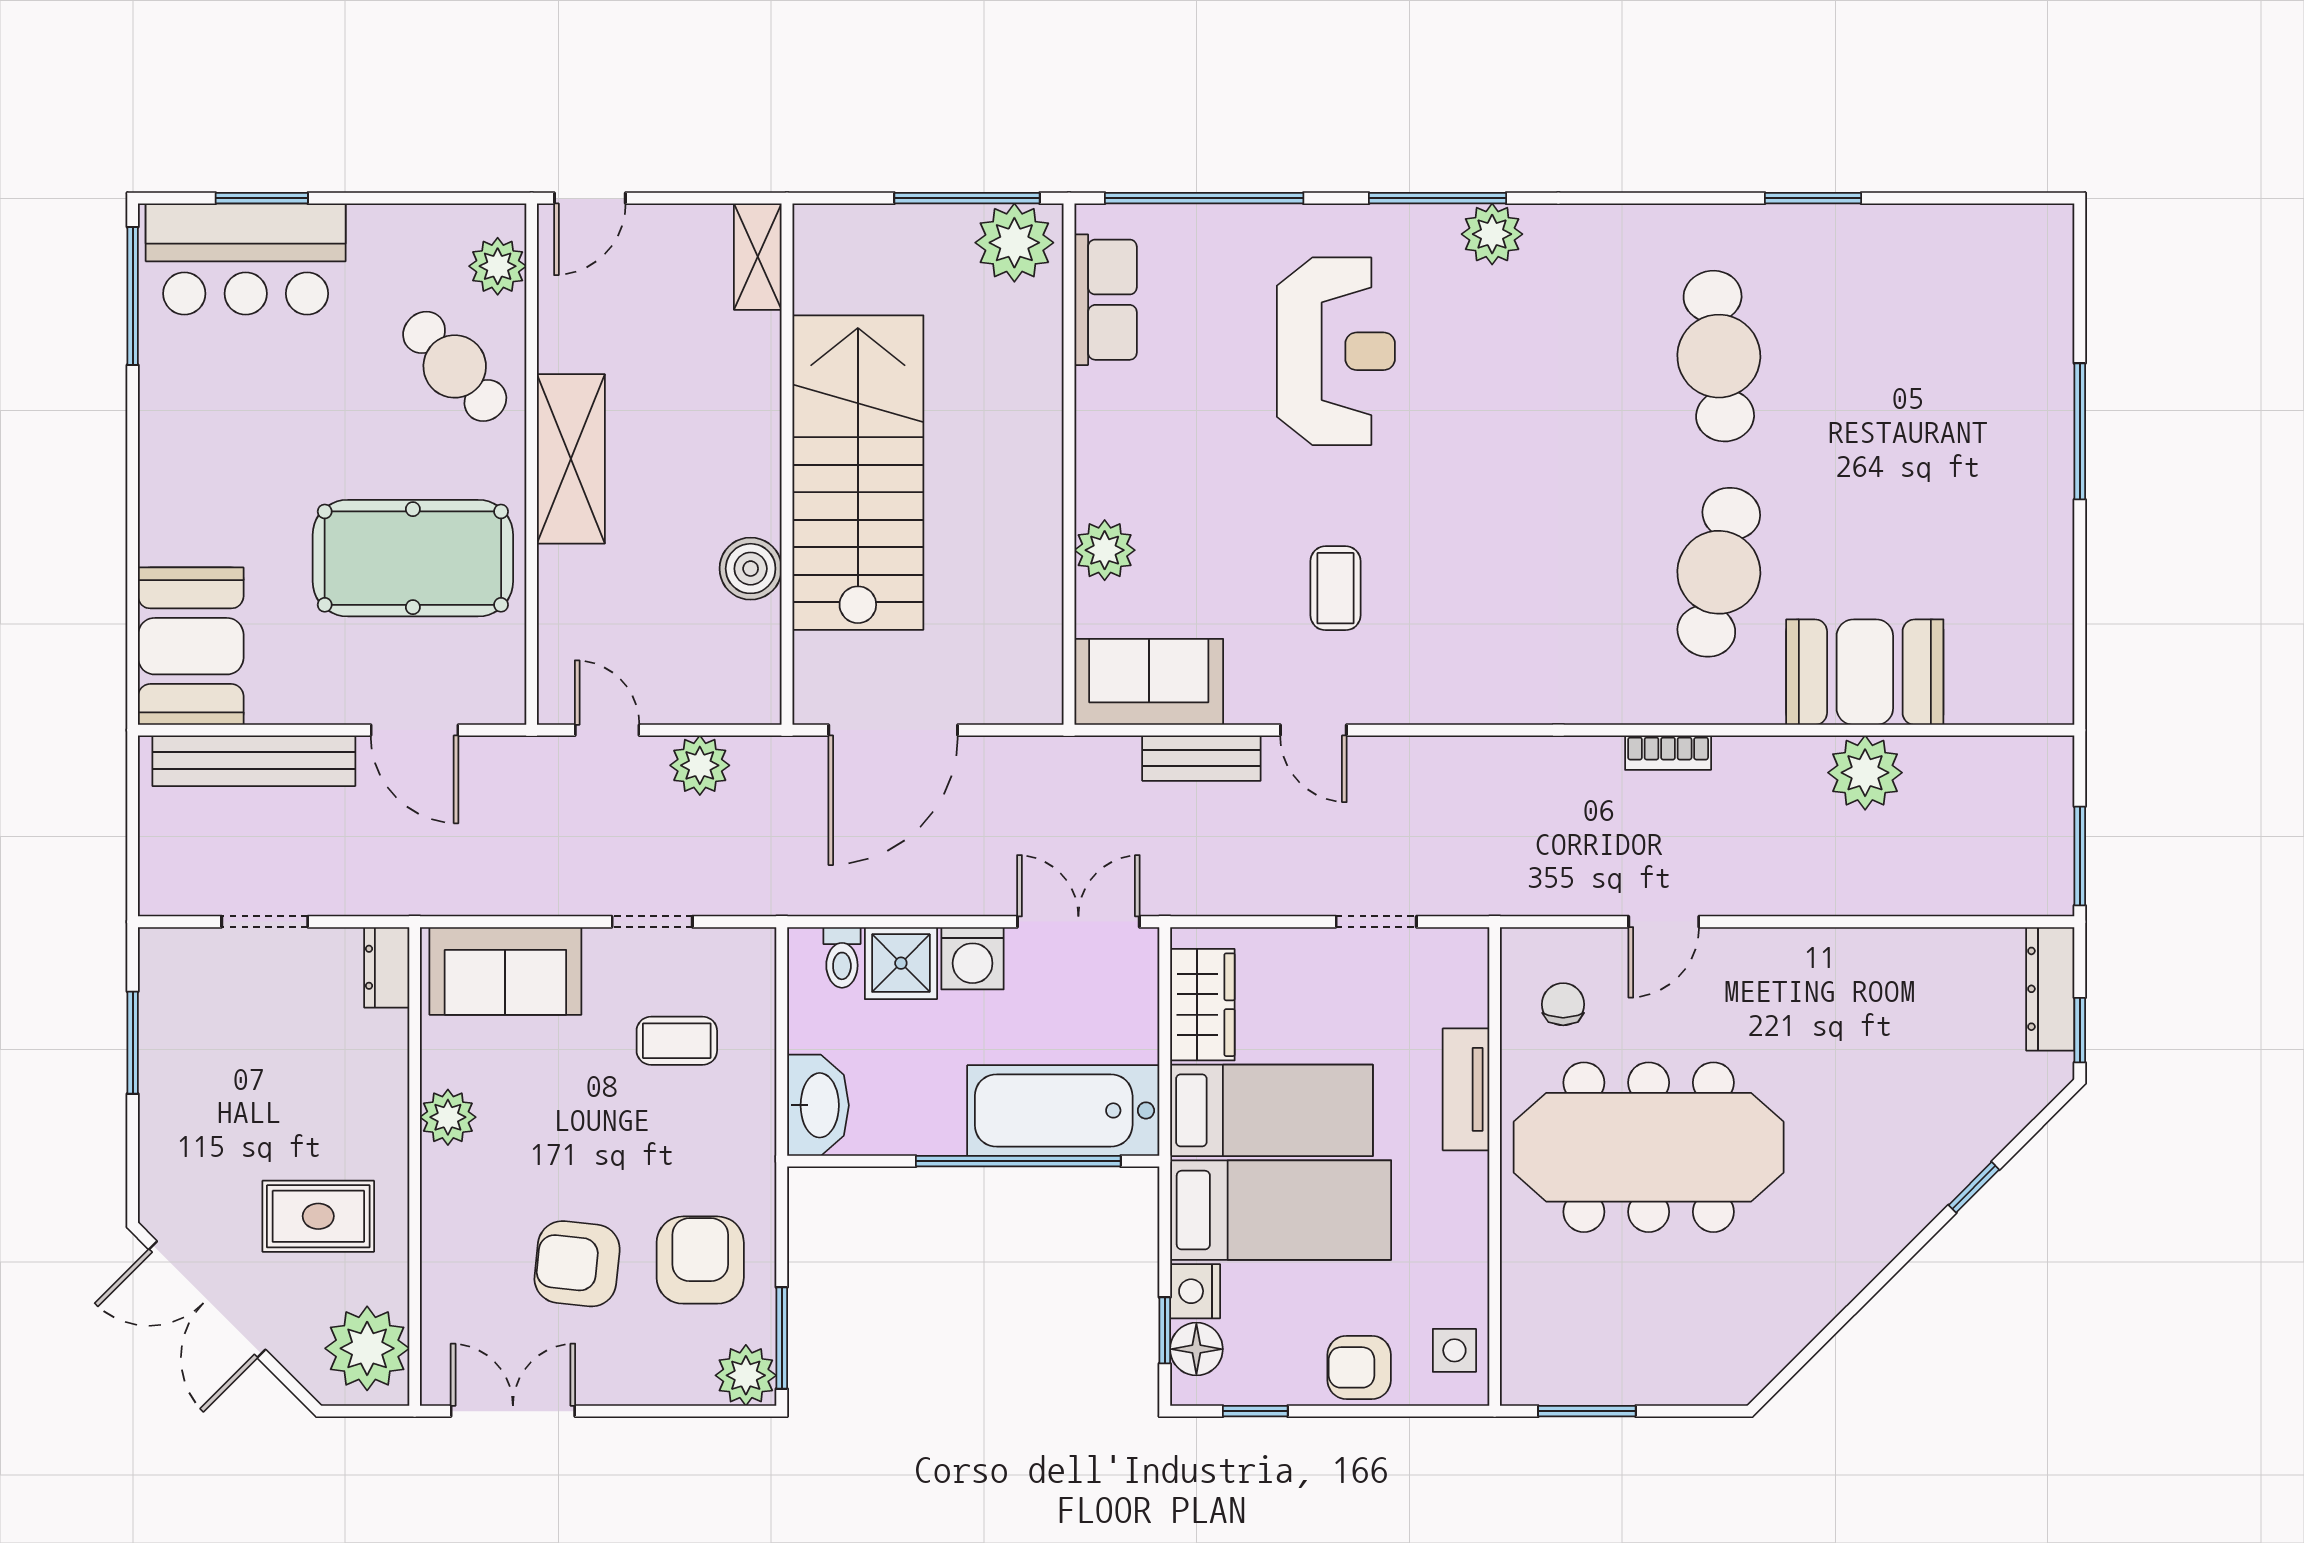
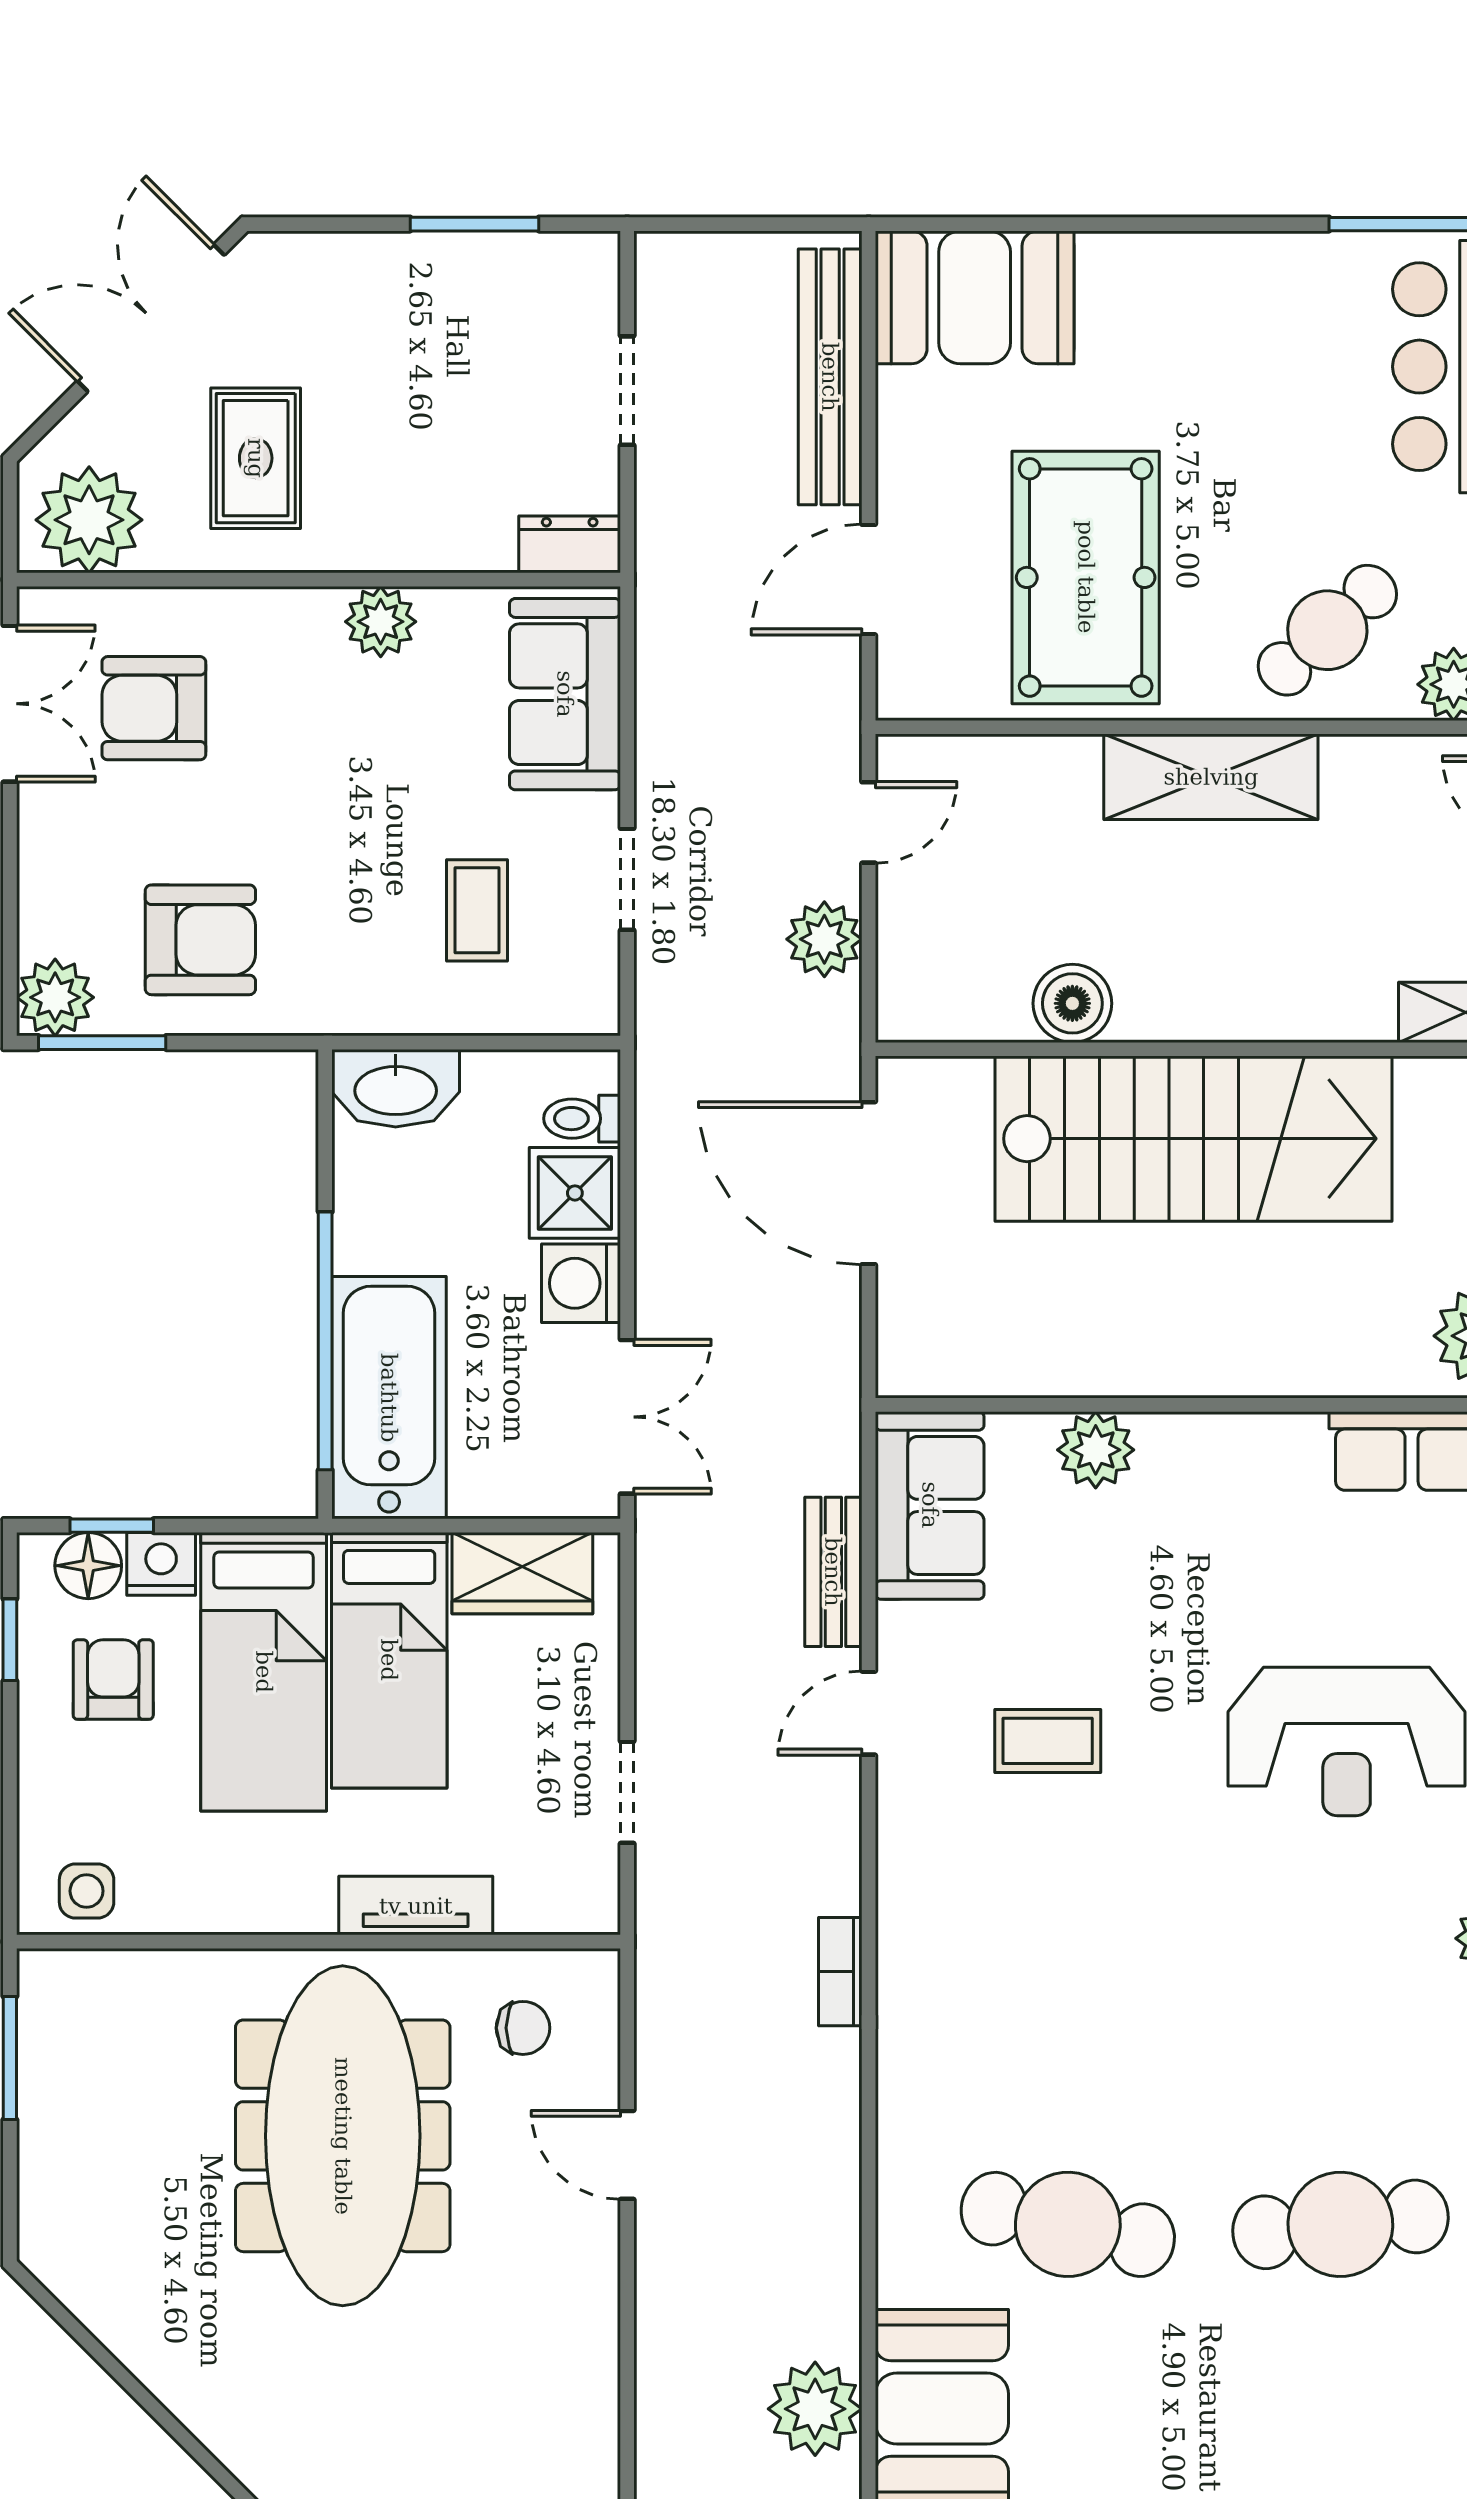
bookcase: (1668, 753) -> (840, 1972), moved
armchair: (577, 1264) -> (154, 708), moved, turned -96
armchair: (1359, 1367) -> (113, 1680), moved

